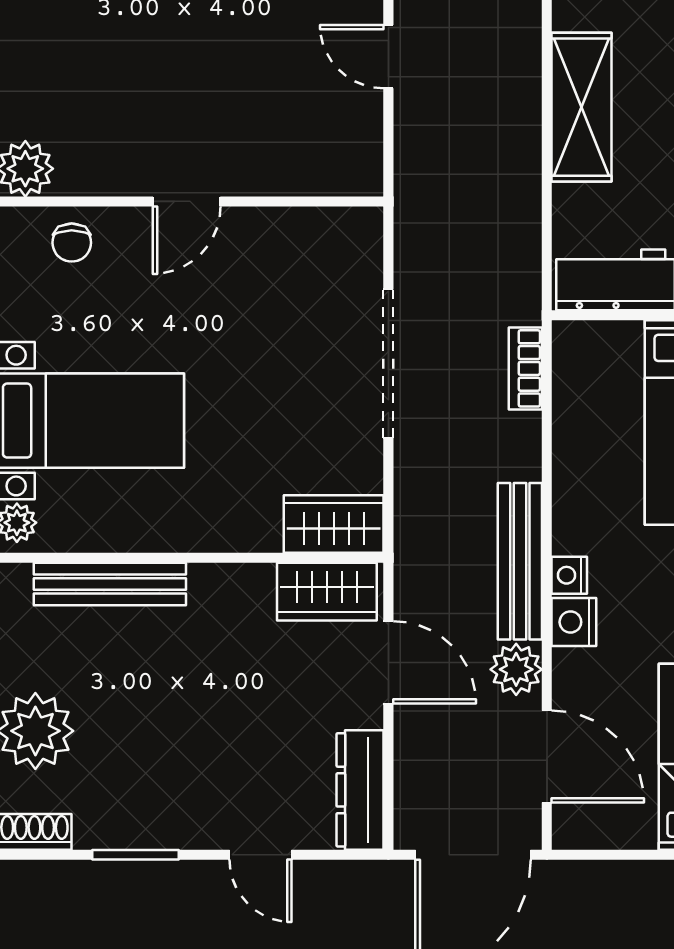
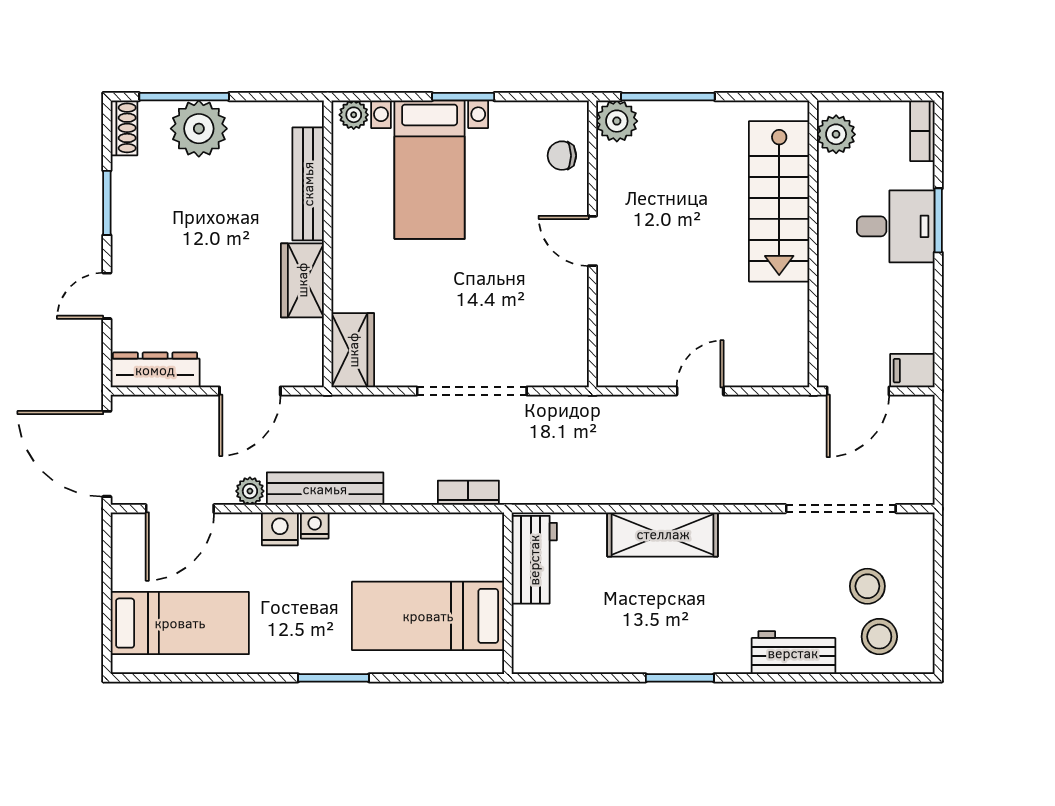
wardrobe: (327, 592) -> (302, 280), moved
plant: (516, 669) -> (250, 491), width x0.73, depth x0.73

